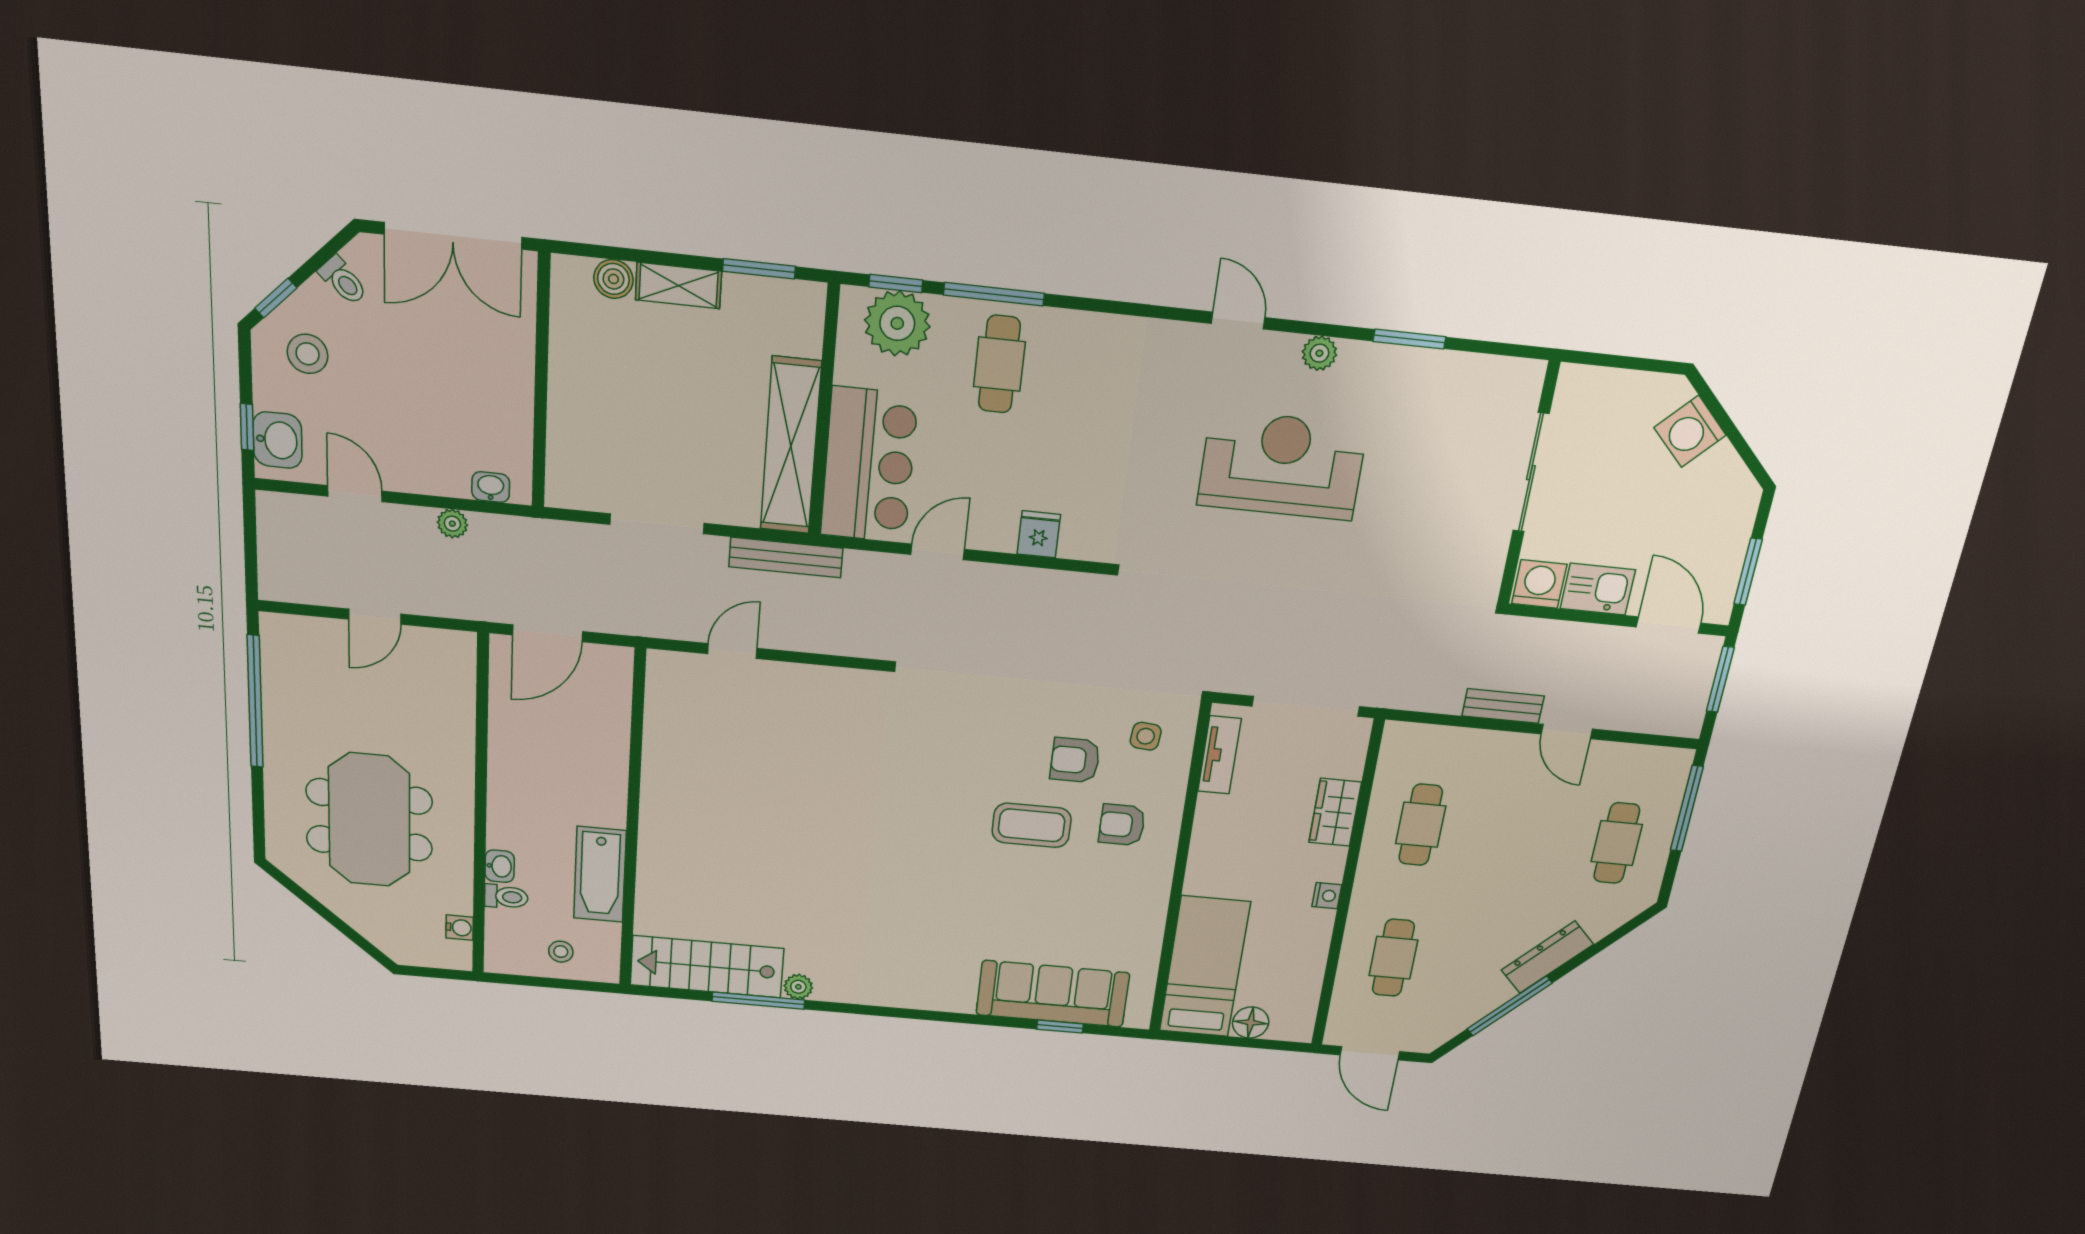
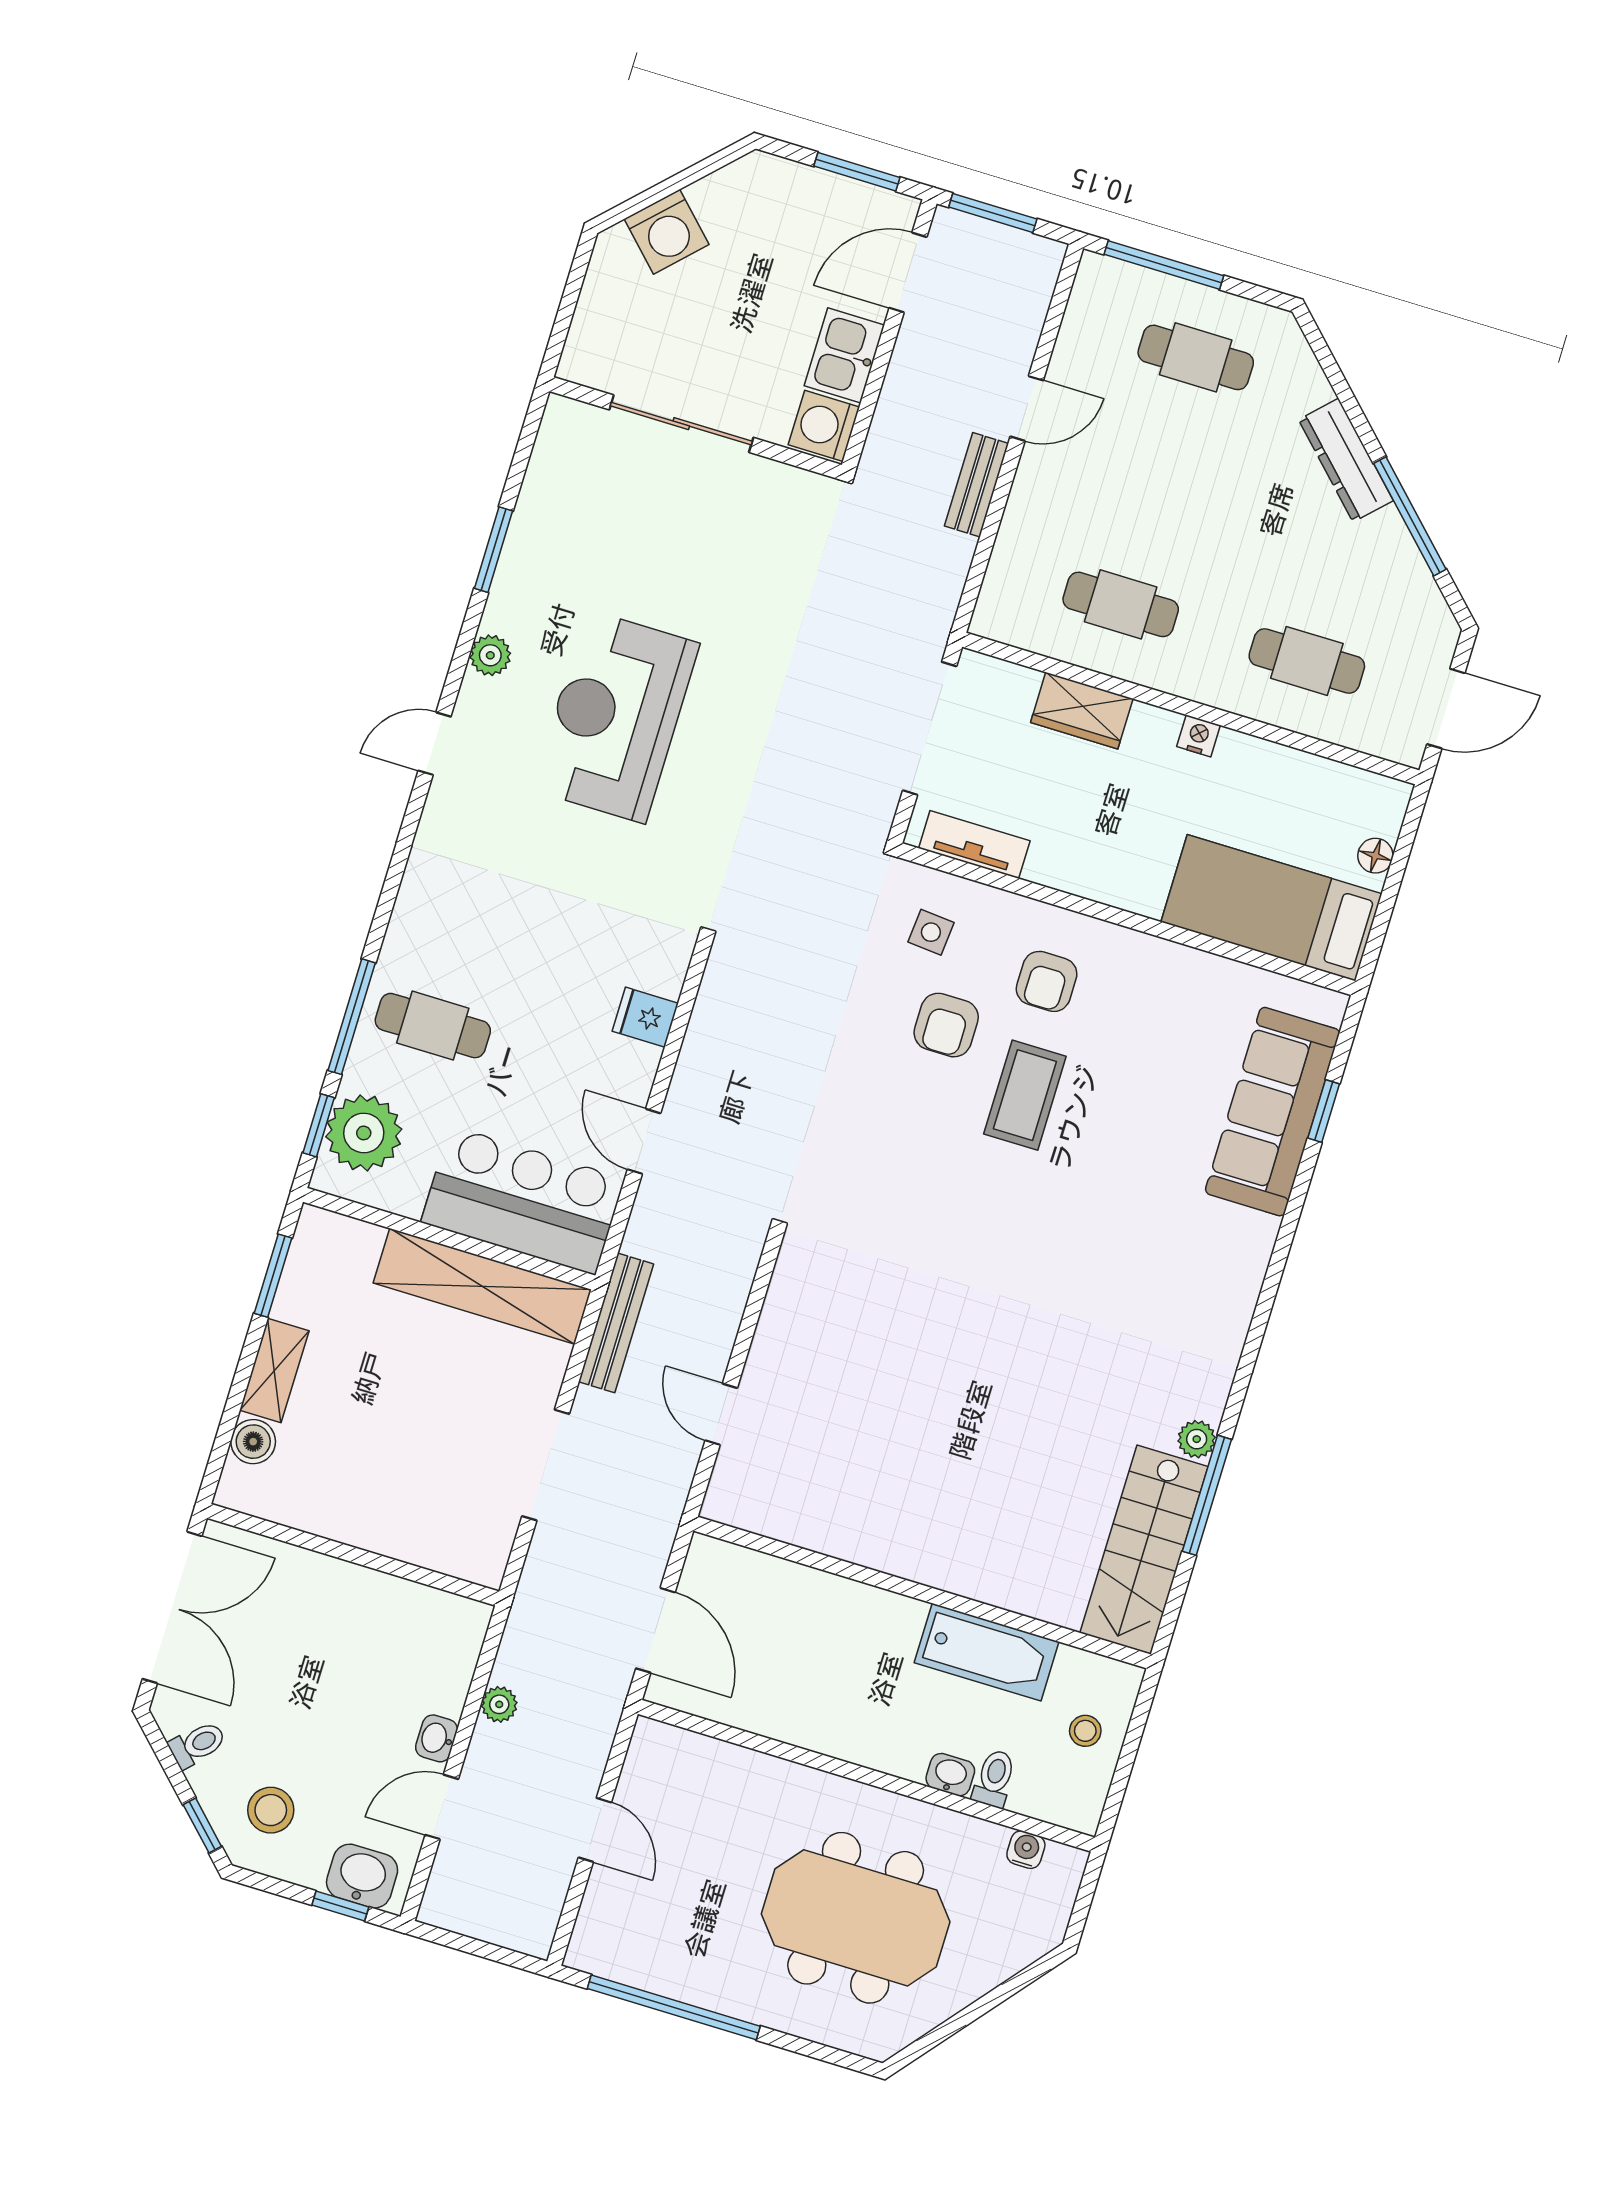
washbasin: (491, 487) -> (436, 1738), moved
floor lamp: (1251, 1023) -> (1375, 856), width x0.73, depth x0.73

